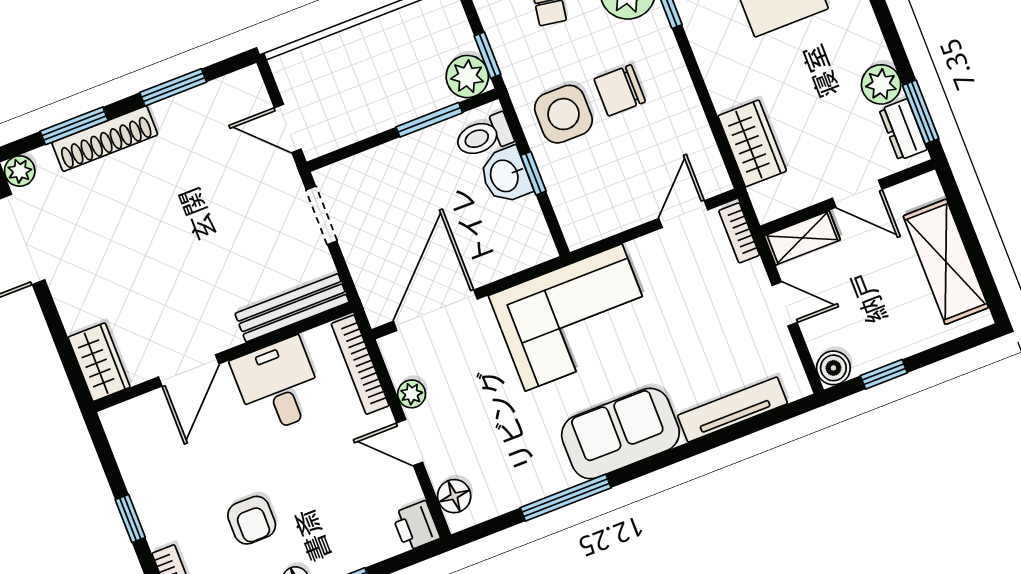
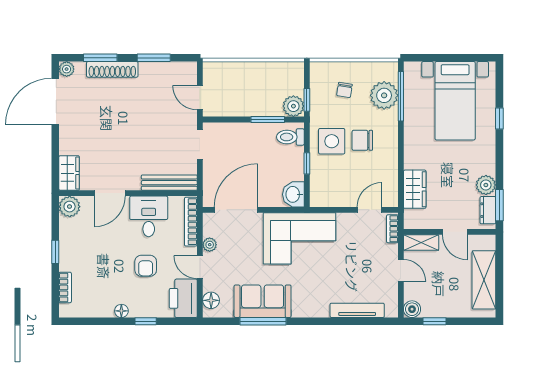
washbasin: (505, 175) -> (293, 194), moved
plant: (124, 424) -> (70, 207), added
sofa: (620, 434) -> (263, 301), moved
armchair: (252, 520) -> (146, 266), moved
printer: (416, 526) -> (183, 298), width x1.87, depth x1.48

